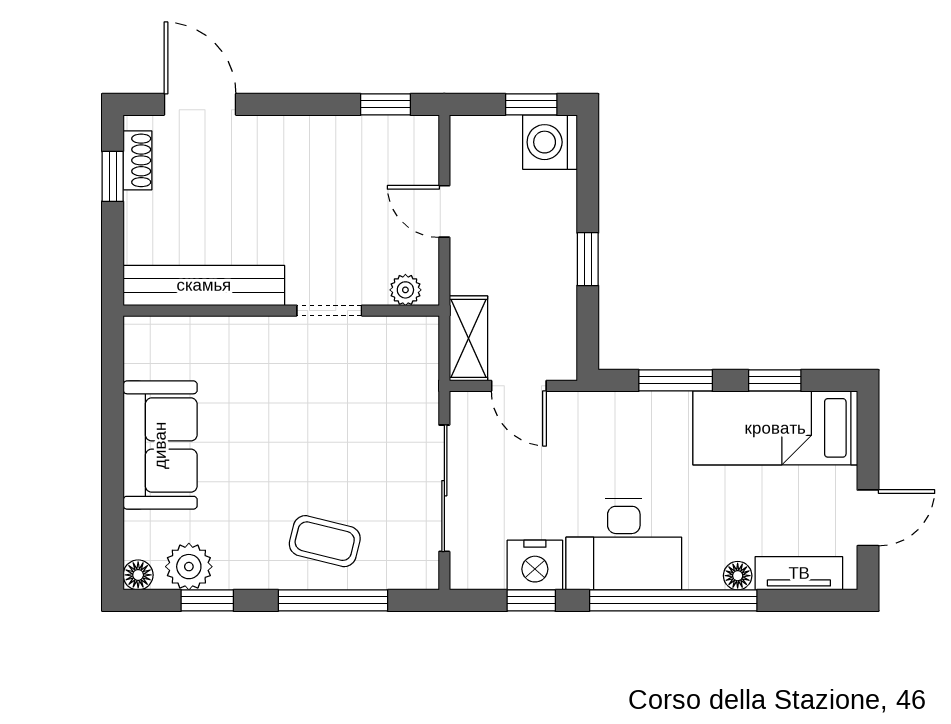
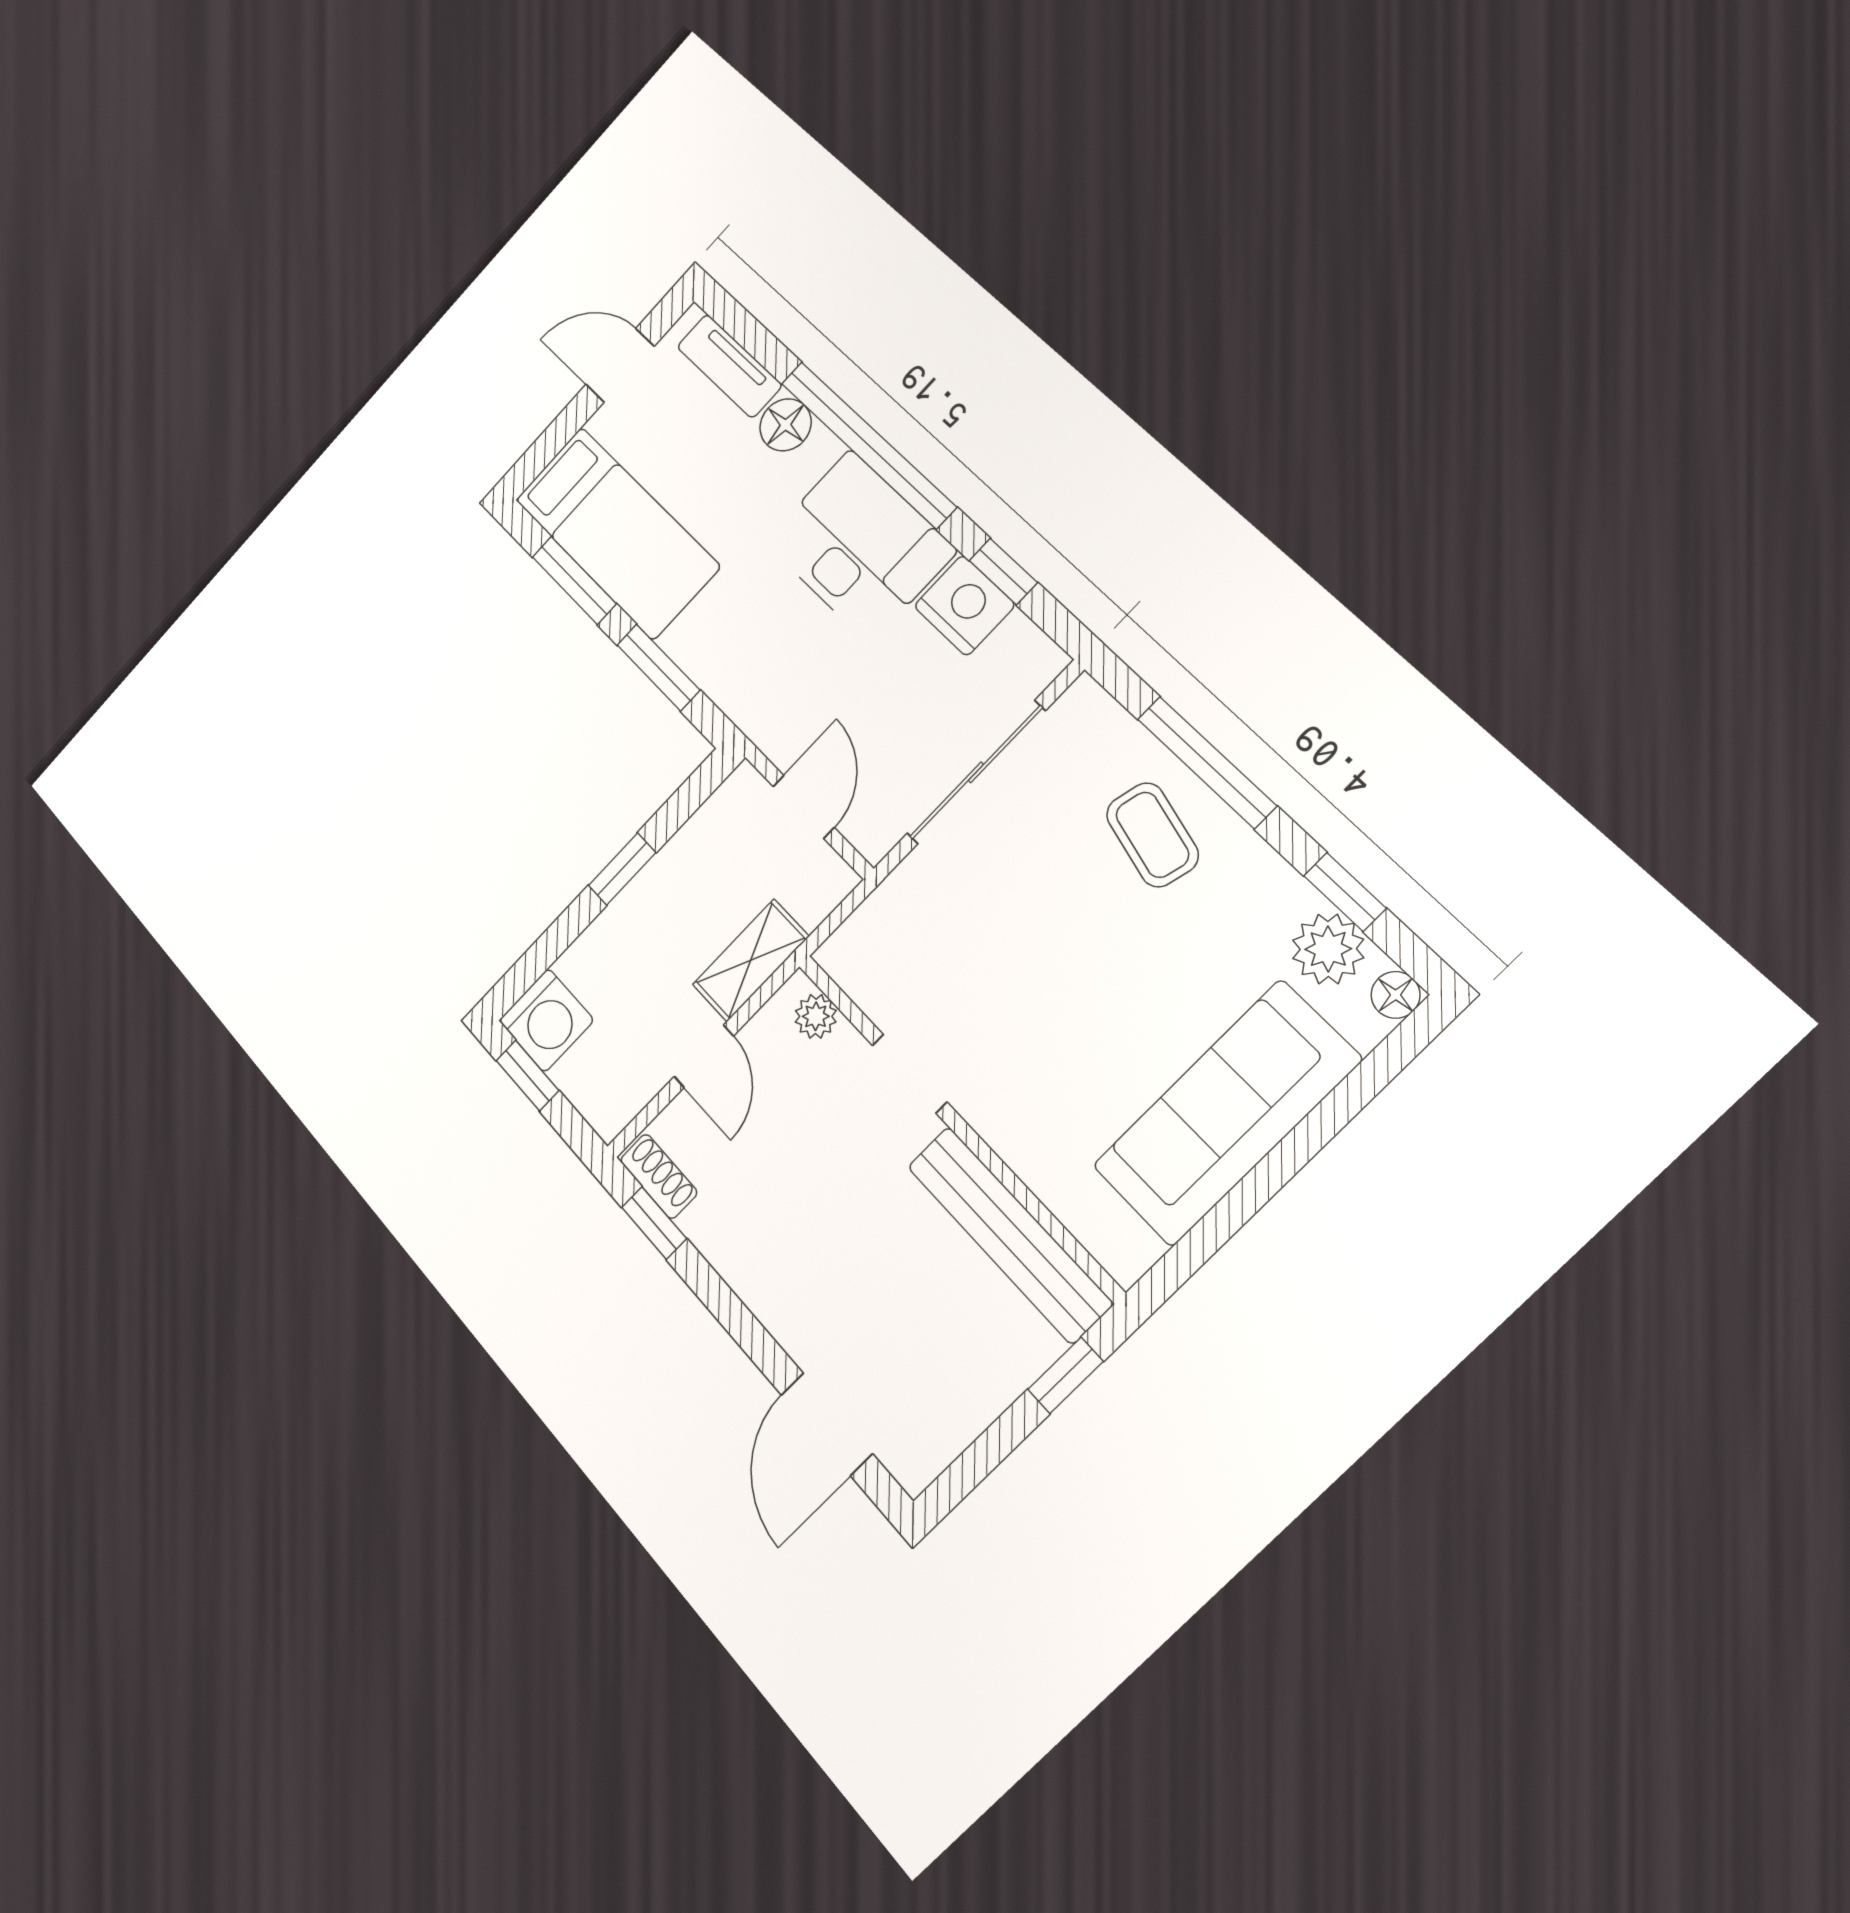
shoe rack: (137, 160) -> (659, 1176), moved, turned 90
window: (113, 176) -> (1065, 1375), moved
shelving: (468, 338) -> (751, 960), moved
window: (775, 380) -> (574, 580), width x1.50
sofa: (160, 445) -> (1226, 1113), width x1.36
floor lamp: (738, 576) -> (786, 425), width x1.37, depth x1.37

